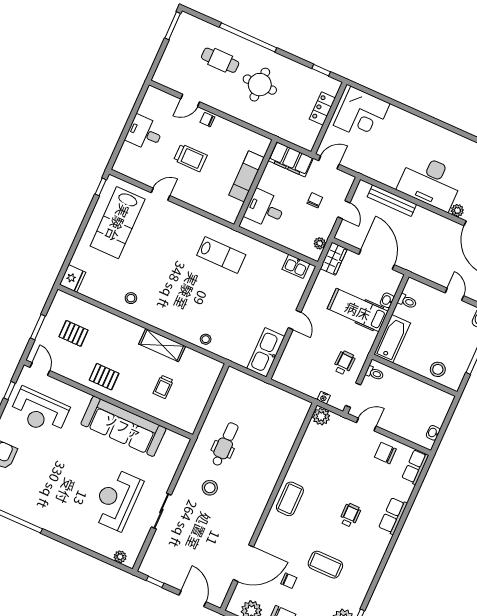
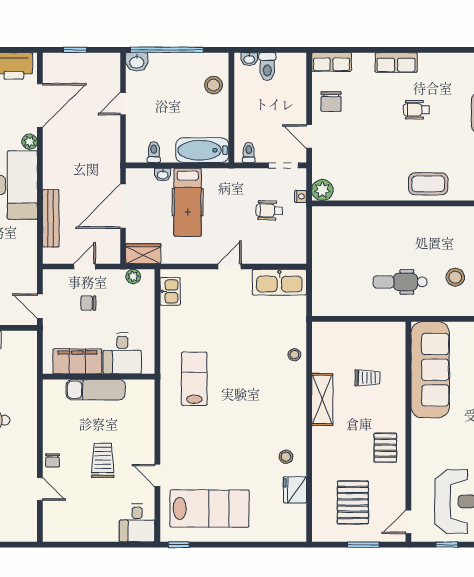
desk: (144, 133) -> (137, 523), moved
filing cabinet: (291, 159) -> (77, 361), moved, turned -90
fridge: (73, 278) -> (295, 490), moved, turned -90
pallet: (73, 333) -> (353, 502), width x1.50, depth x1.42
wheelchair: (344, 363) -> (269, 210), moved
toilet: (434, 417) -> (267, 67), added
sofa: (123, 426) -> (430, 370), moved
washbasin: (433, 433) -> (249, 59), moved

